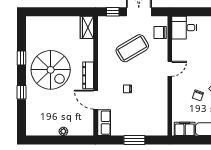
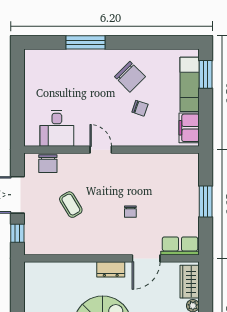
wardrobe: (87, 27) -> (190, 282), moved, turned 90
desk: (184, 28) -> (57, 128), moved
coffee table: (132, 48) -> (71, 205), width x0.54, depth x0.58
dresser: (88, 75) -> (111, 269), width x0.70

